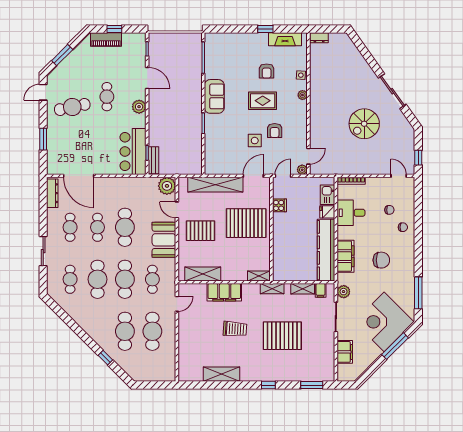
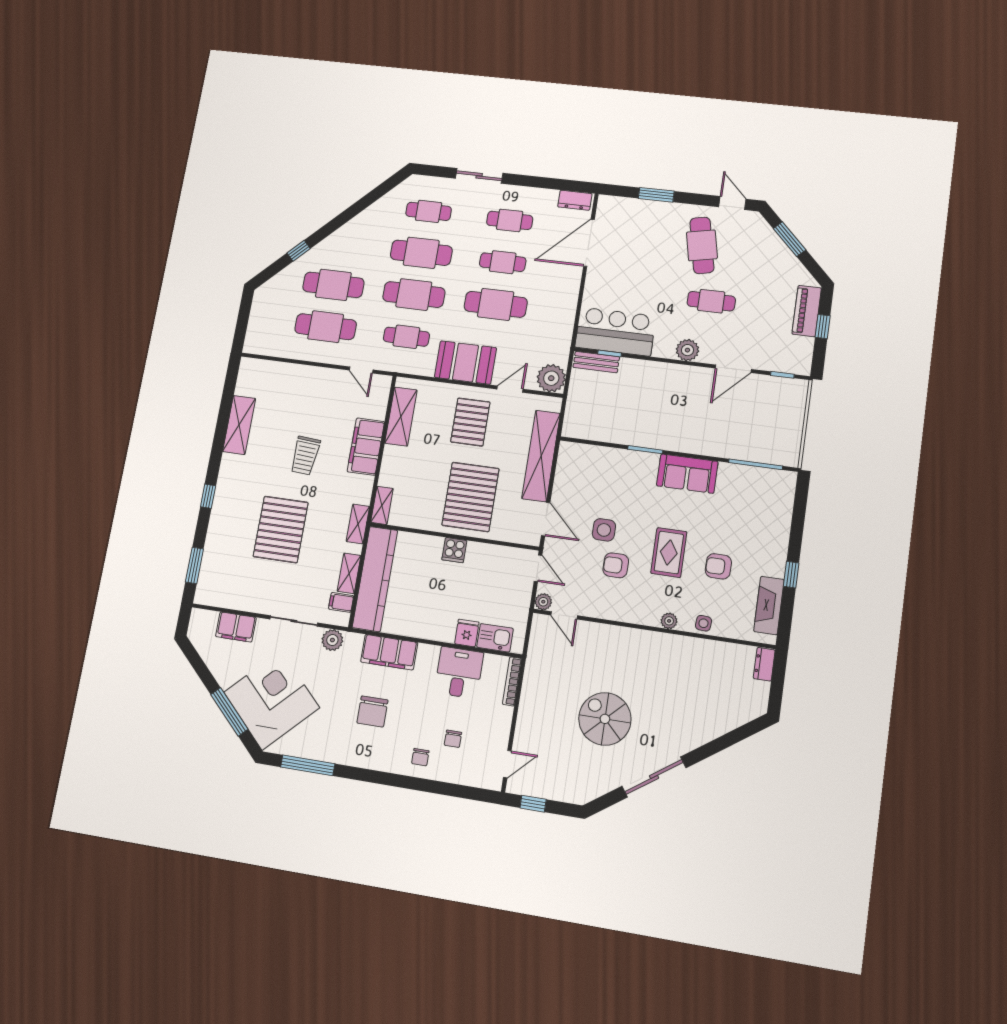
dresser: (52, 193) -> (575, 200), width x0.70
cooker: (279, 205) -> (454, 550), moved
kitchen counter: (326, 250) -> (375, 579), moved, turned 90

